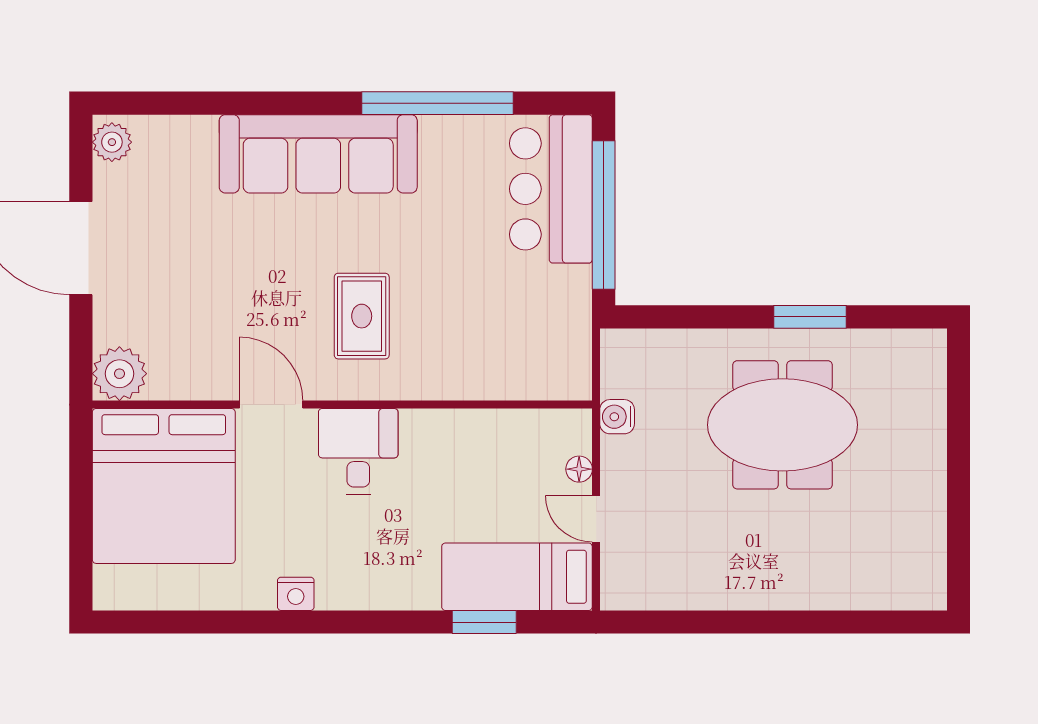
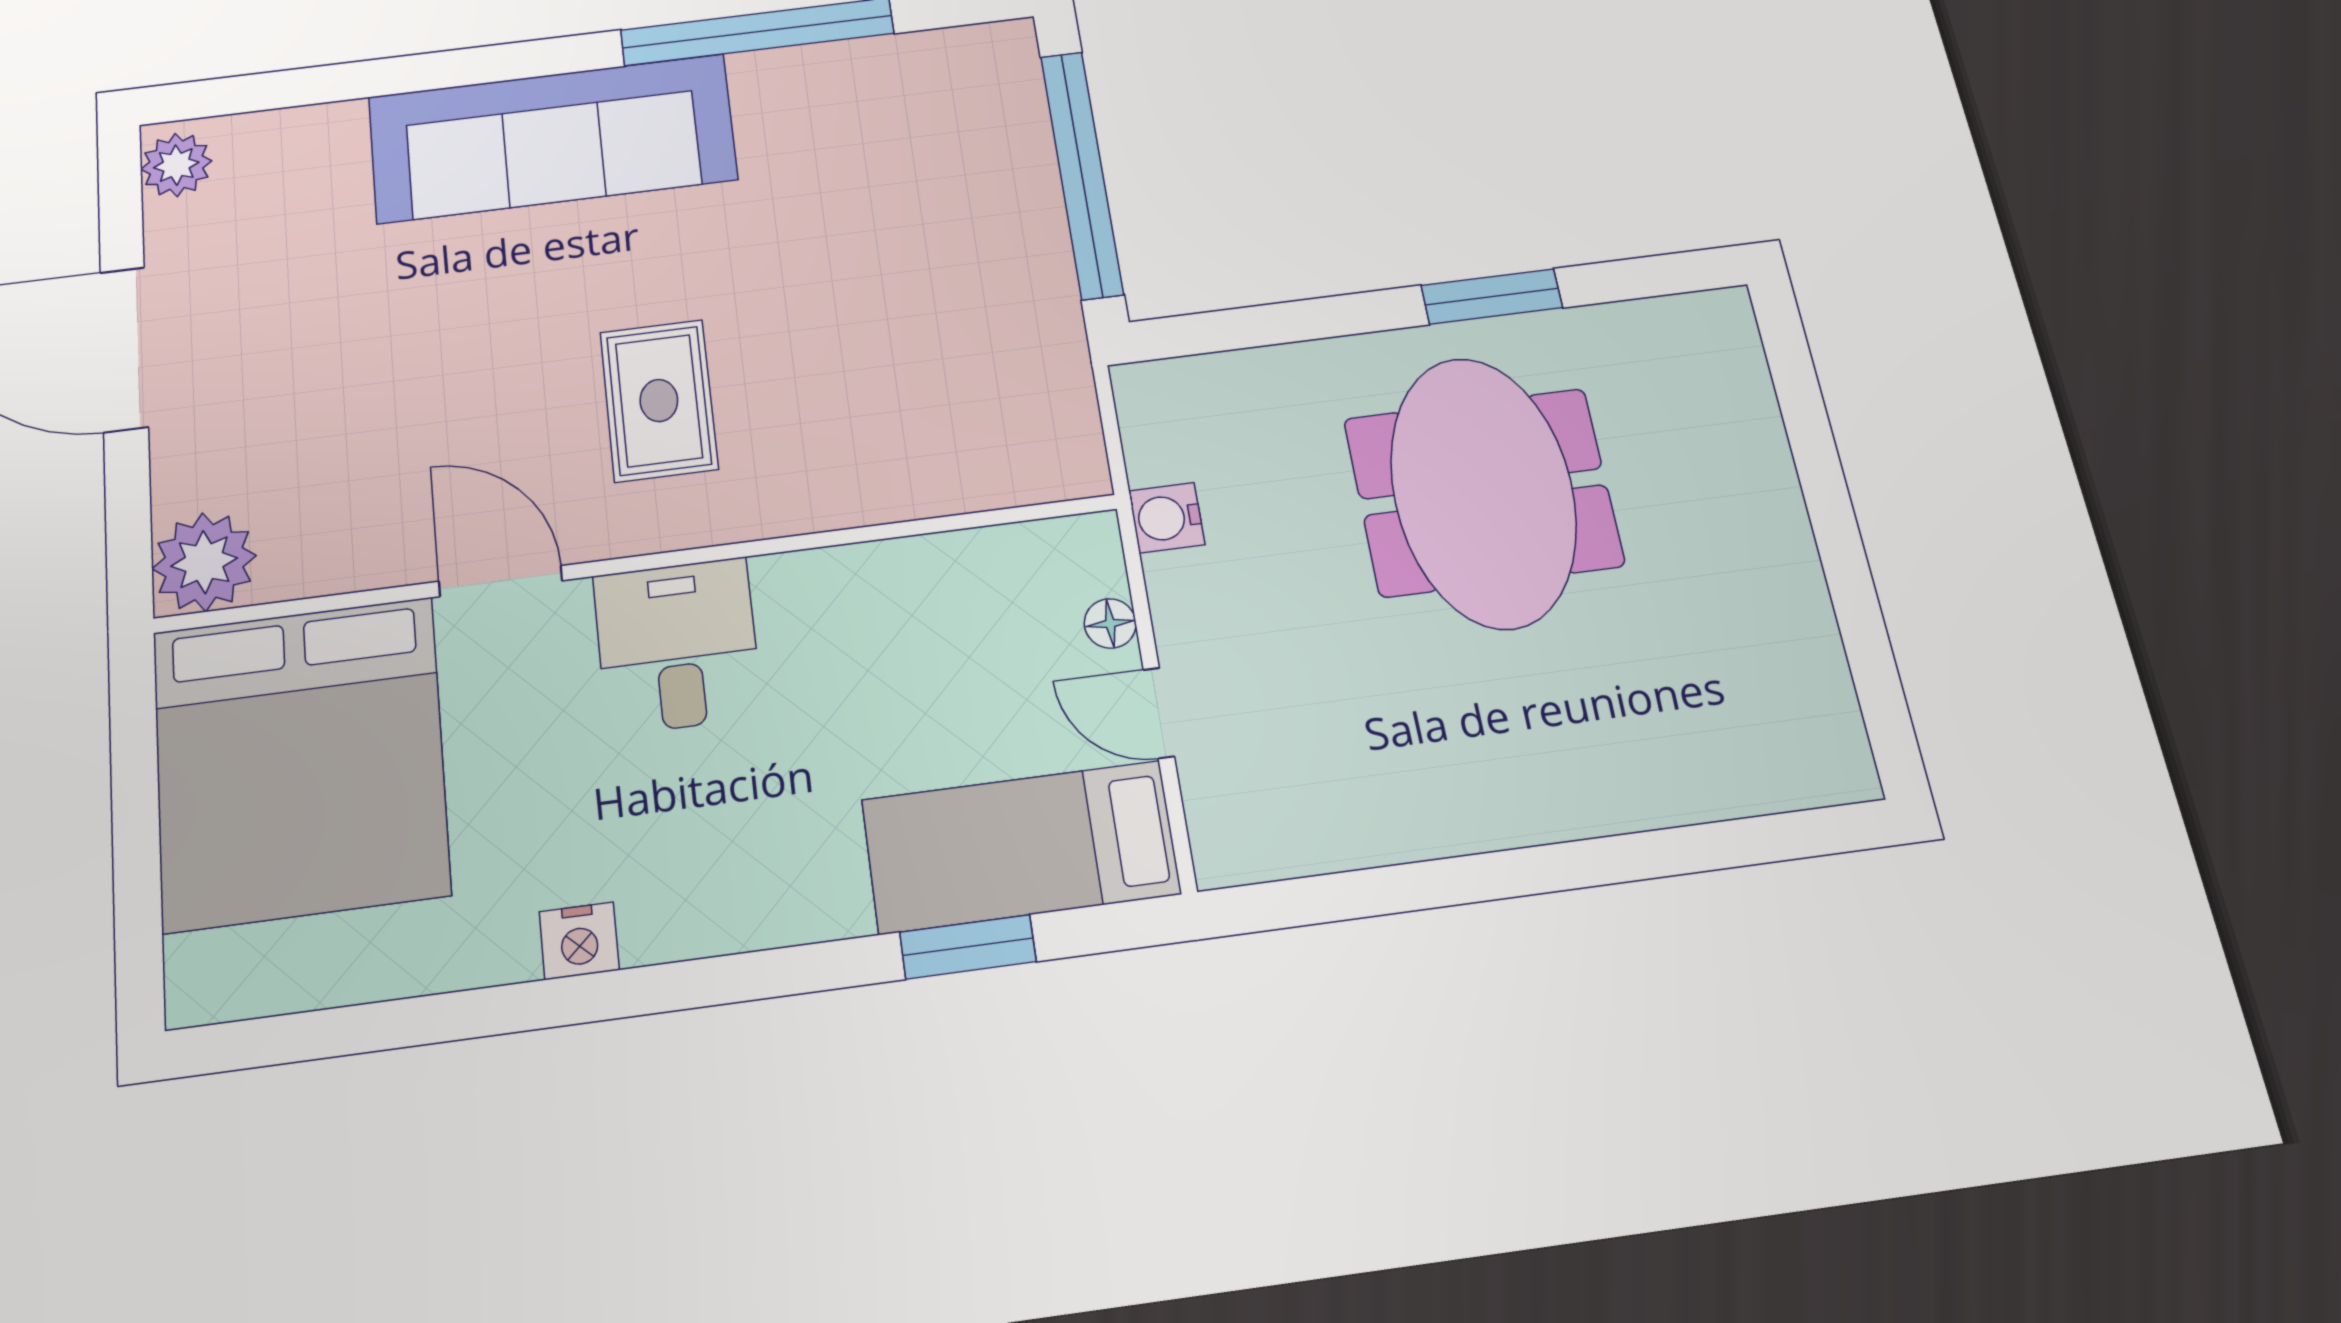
bar counter: (551, 189) -> (979, 143), removed
meeting table: (783, 425) -> (1483, 492), turned 90

